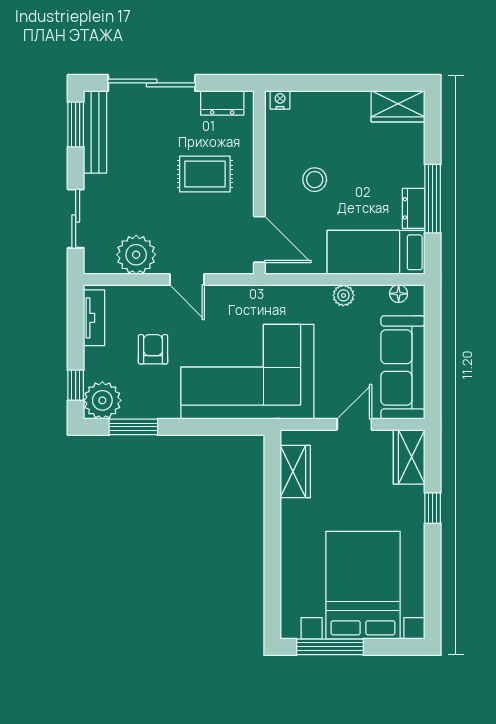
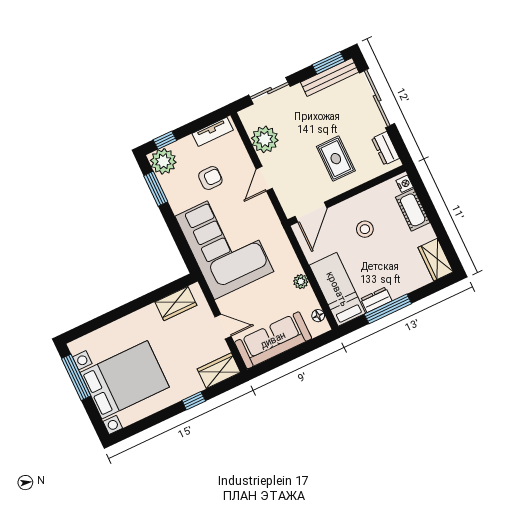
cot: (319, 105) -> (413, 210), added

